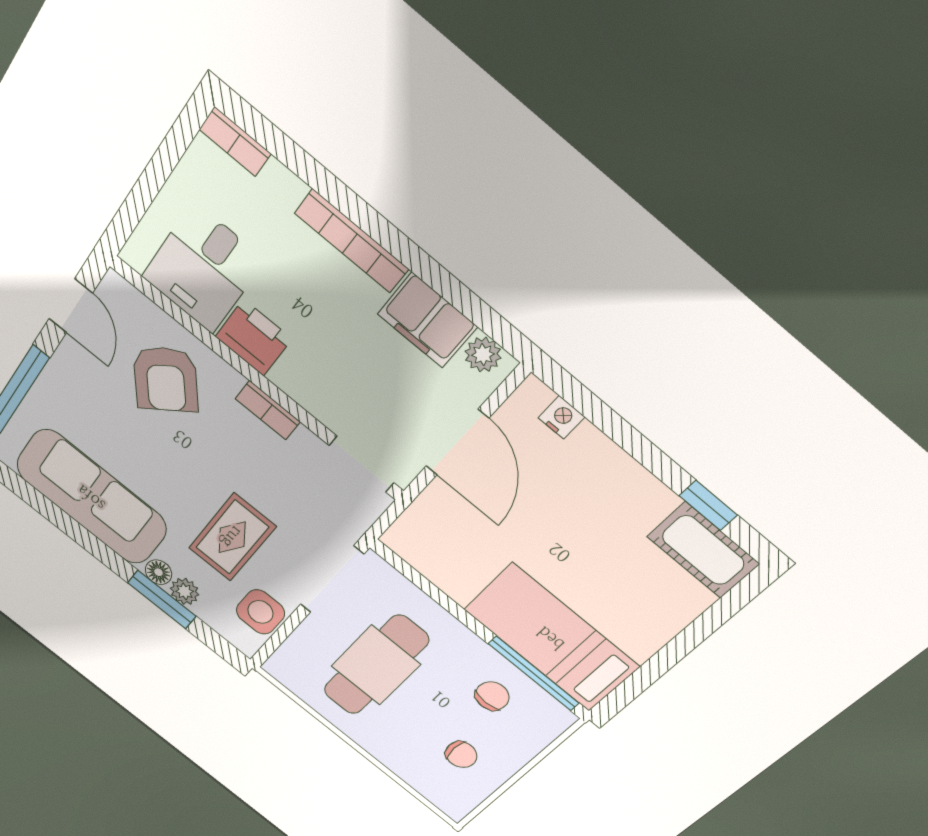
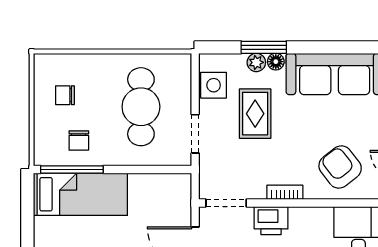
printer: (254, 338) -> (271, 221), moved
doorway: (332, 579) -> (195, 134), width x0.73

